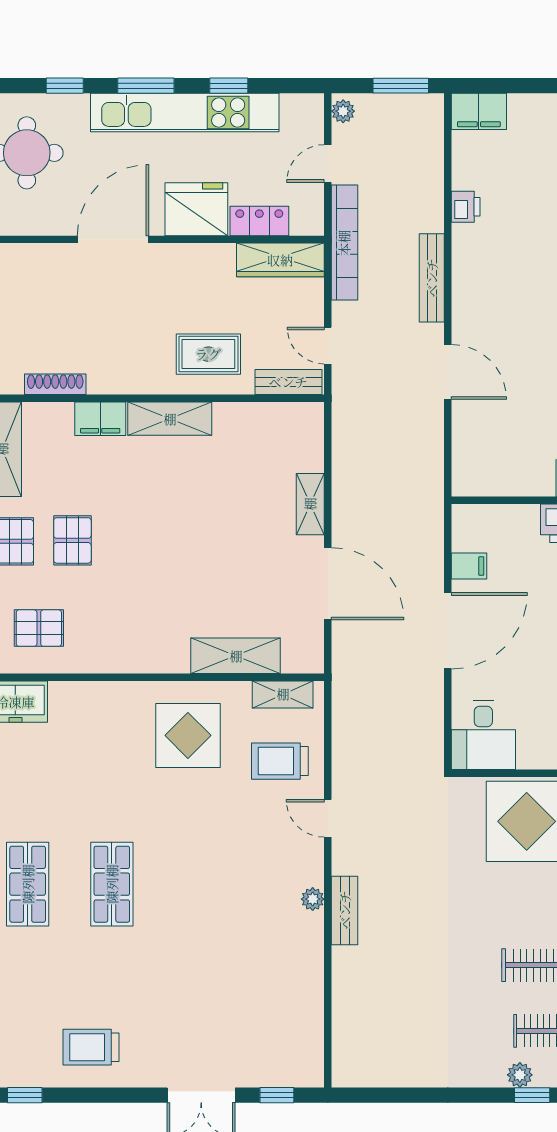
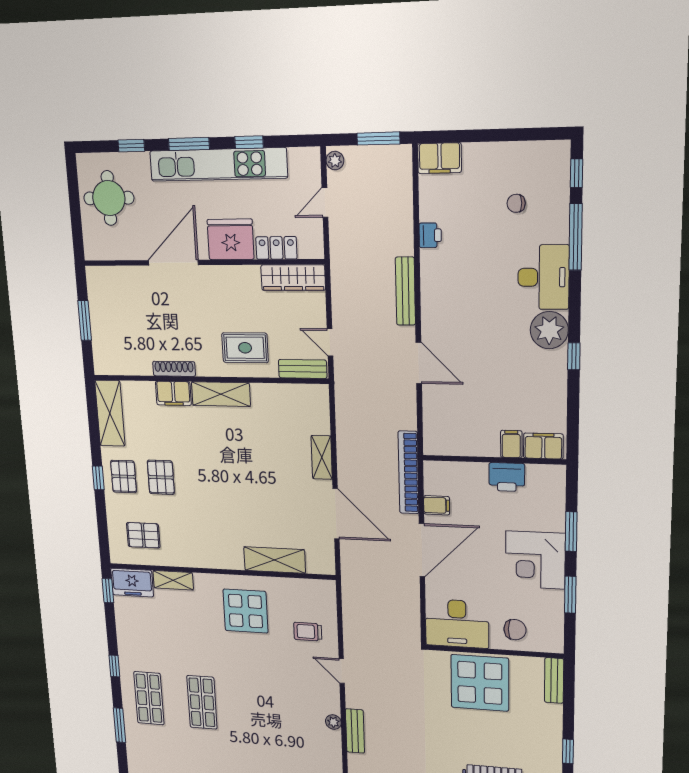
bookcase: (344, 243) -> (408, 473), moved, turned 180
shoe rack: (55, 384) -> (174, 369), moved
shelving: (283, 694) -> (173, 580), moved
desk: (483, 735) -> (457, 624), width x1.37
trolley: (280, 761) -> (308, 632), width x0.73, depth x0.72

